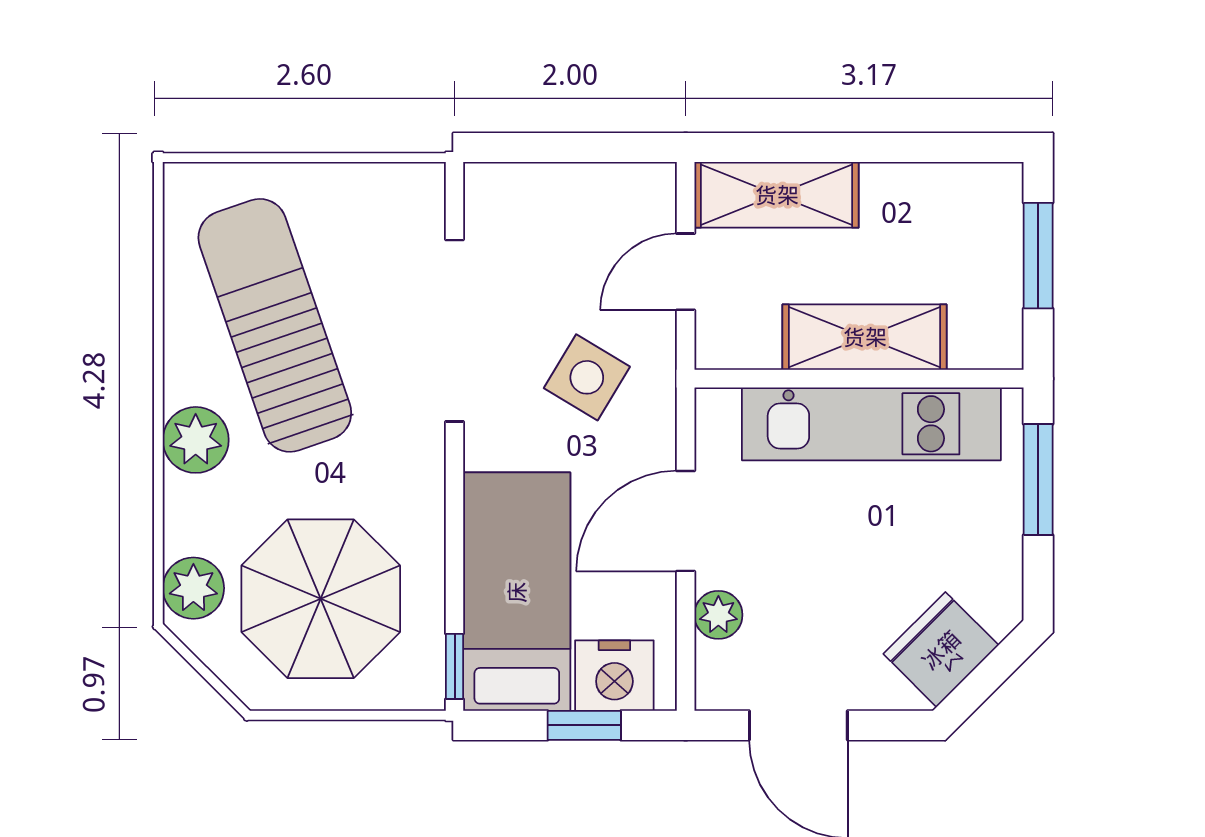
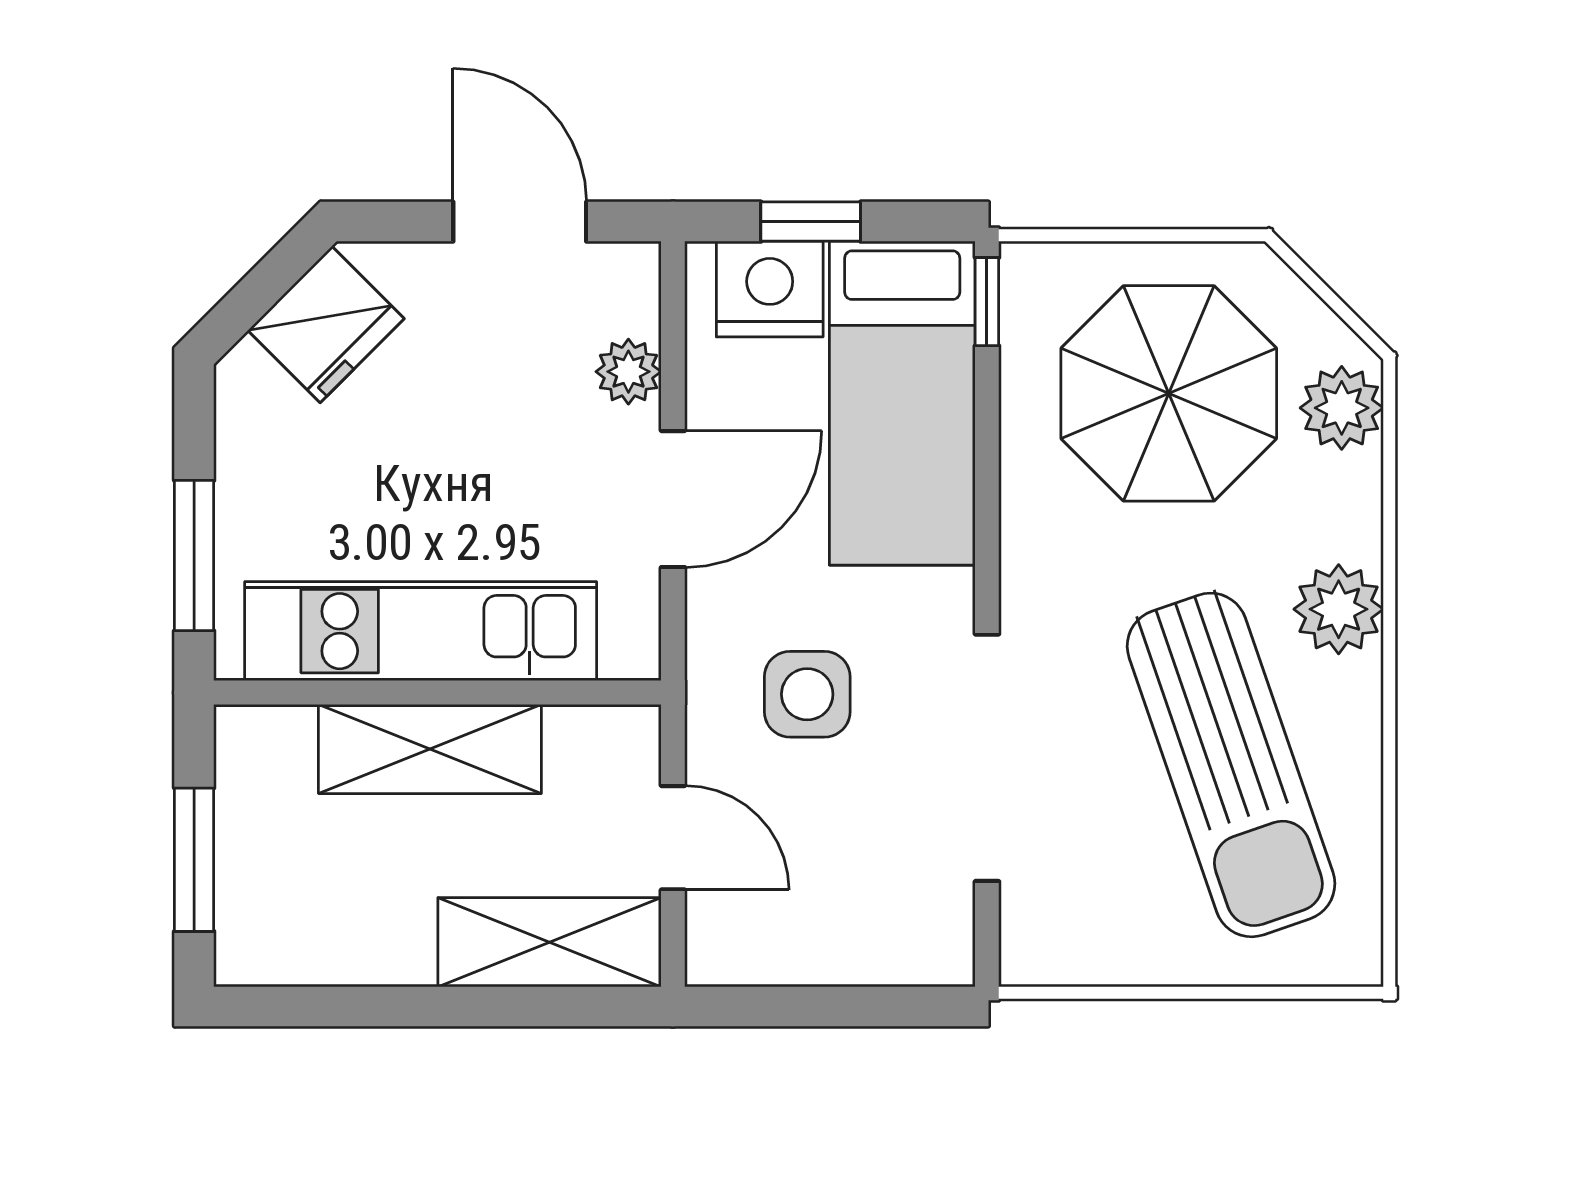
door: (686, 272) -> (673, 838), hinge flipped
side table: (587, 377) -> (807, 694), turned -31

